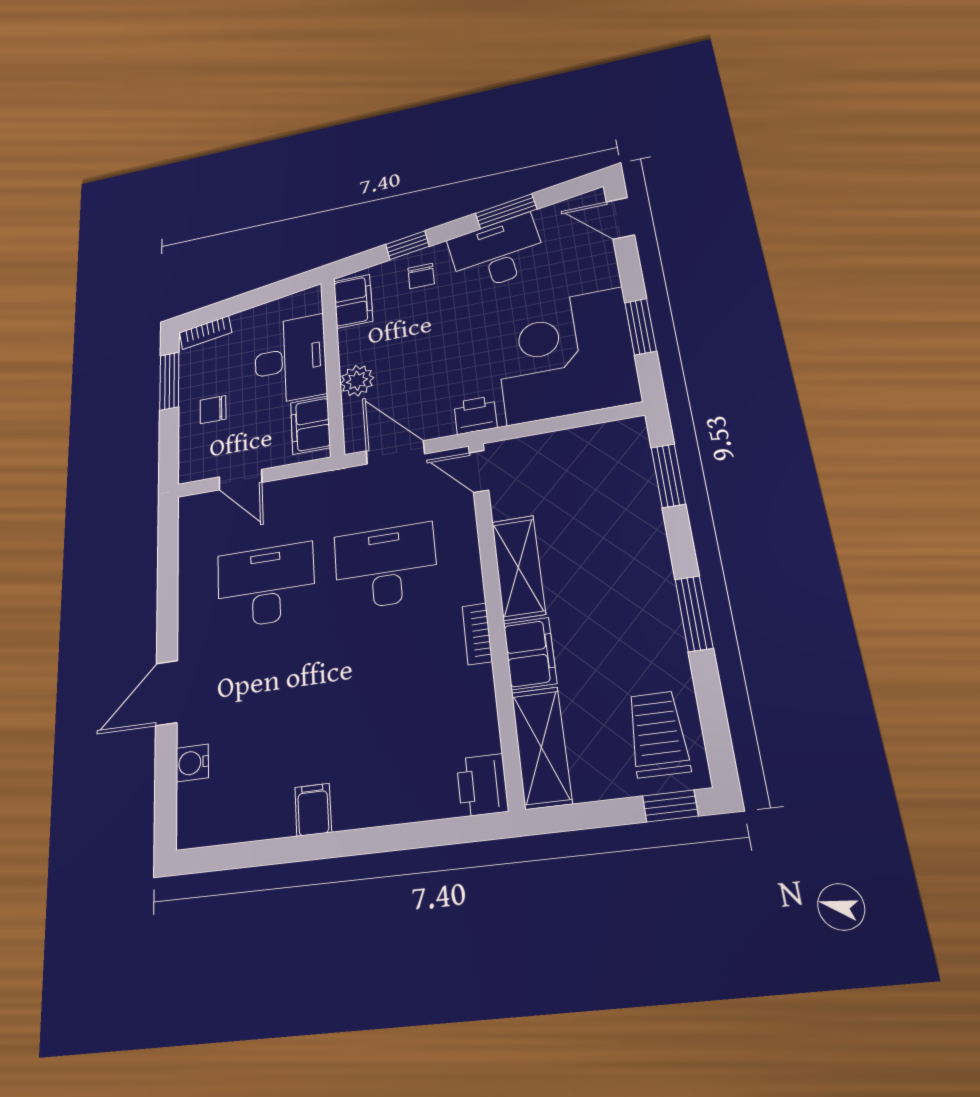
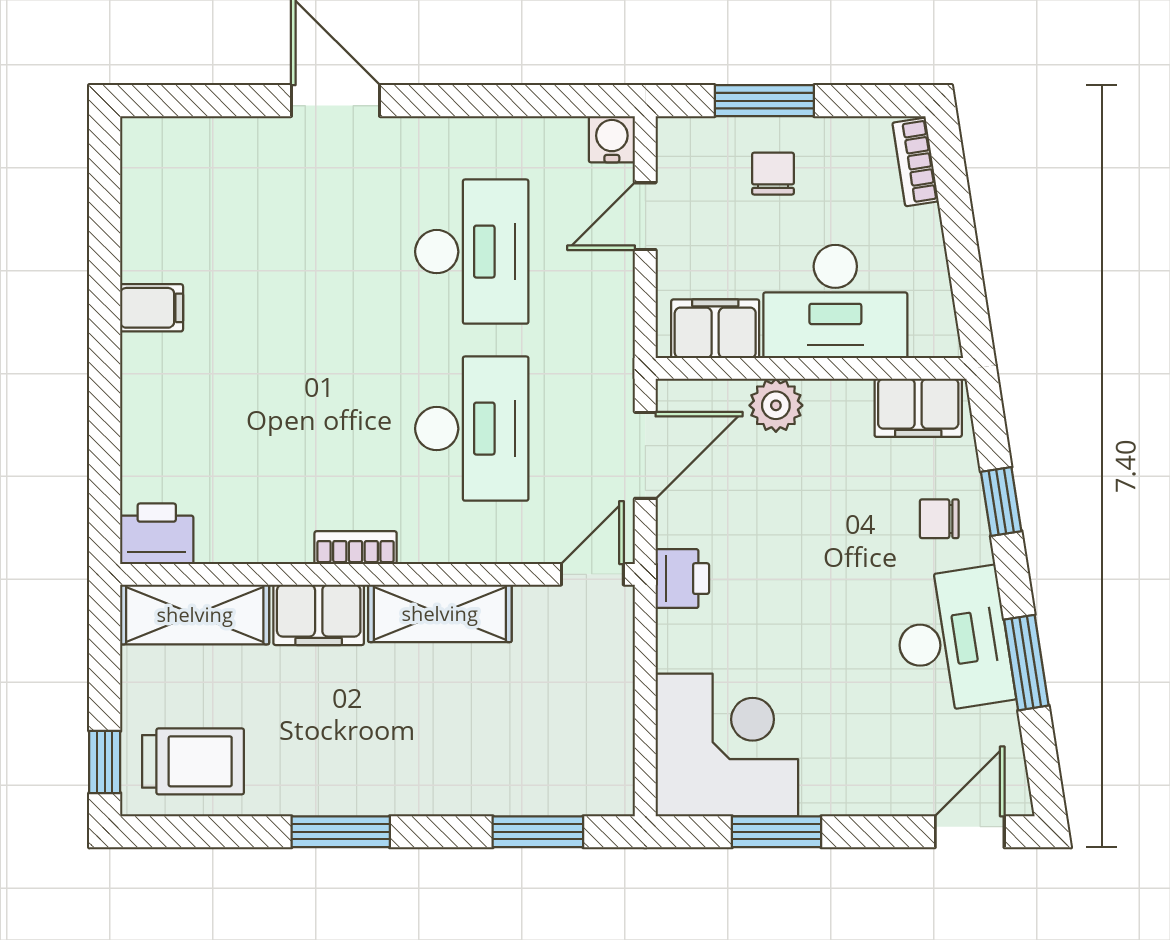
corner desk: (565, 355) -> (727, 745), width x0.74, depth x0.74
window: (169, 381) -> (764, 101), moved
water cooler: (192, 763) -> (612, 139), moved

